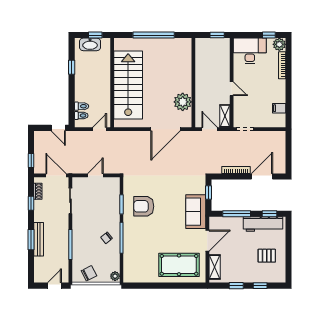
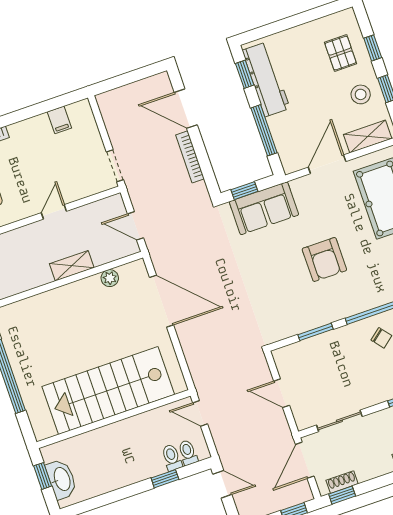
window: (72, 67) -> (165, 479), moved
plant: (183, 102) -> (110, 278), width x0.53, depth x0.53
shelving: (225, 116) -> (72, 266), moved
door: (58, 128) -> (222, 484), hinge flipped
door: (210, 129) -> (136, 226), hinge flipped
window: (31, 203) -> (342, 495), moved
armchair: (144, 206) -> (324, 259), moved
sofa: (196, 212) -> (264, 208), moved
door: (207, 241) -> (327, 164), hinge flipped
pallet: (267, 256) -> (341, 53), moved
stool: (238, 271) -> (361, 94), added

